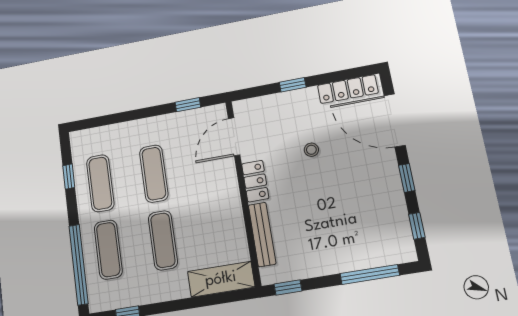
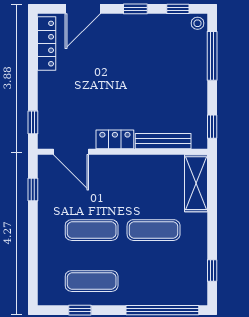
window: (293, 85) -> (33, 122), moved
door: (395, 120) -> (83, 9), width x0.73
stool: (311, 150) -> (198, 23), moved
exercise mat: (108, 250) -> (154, 281), removed

